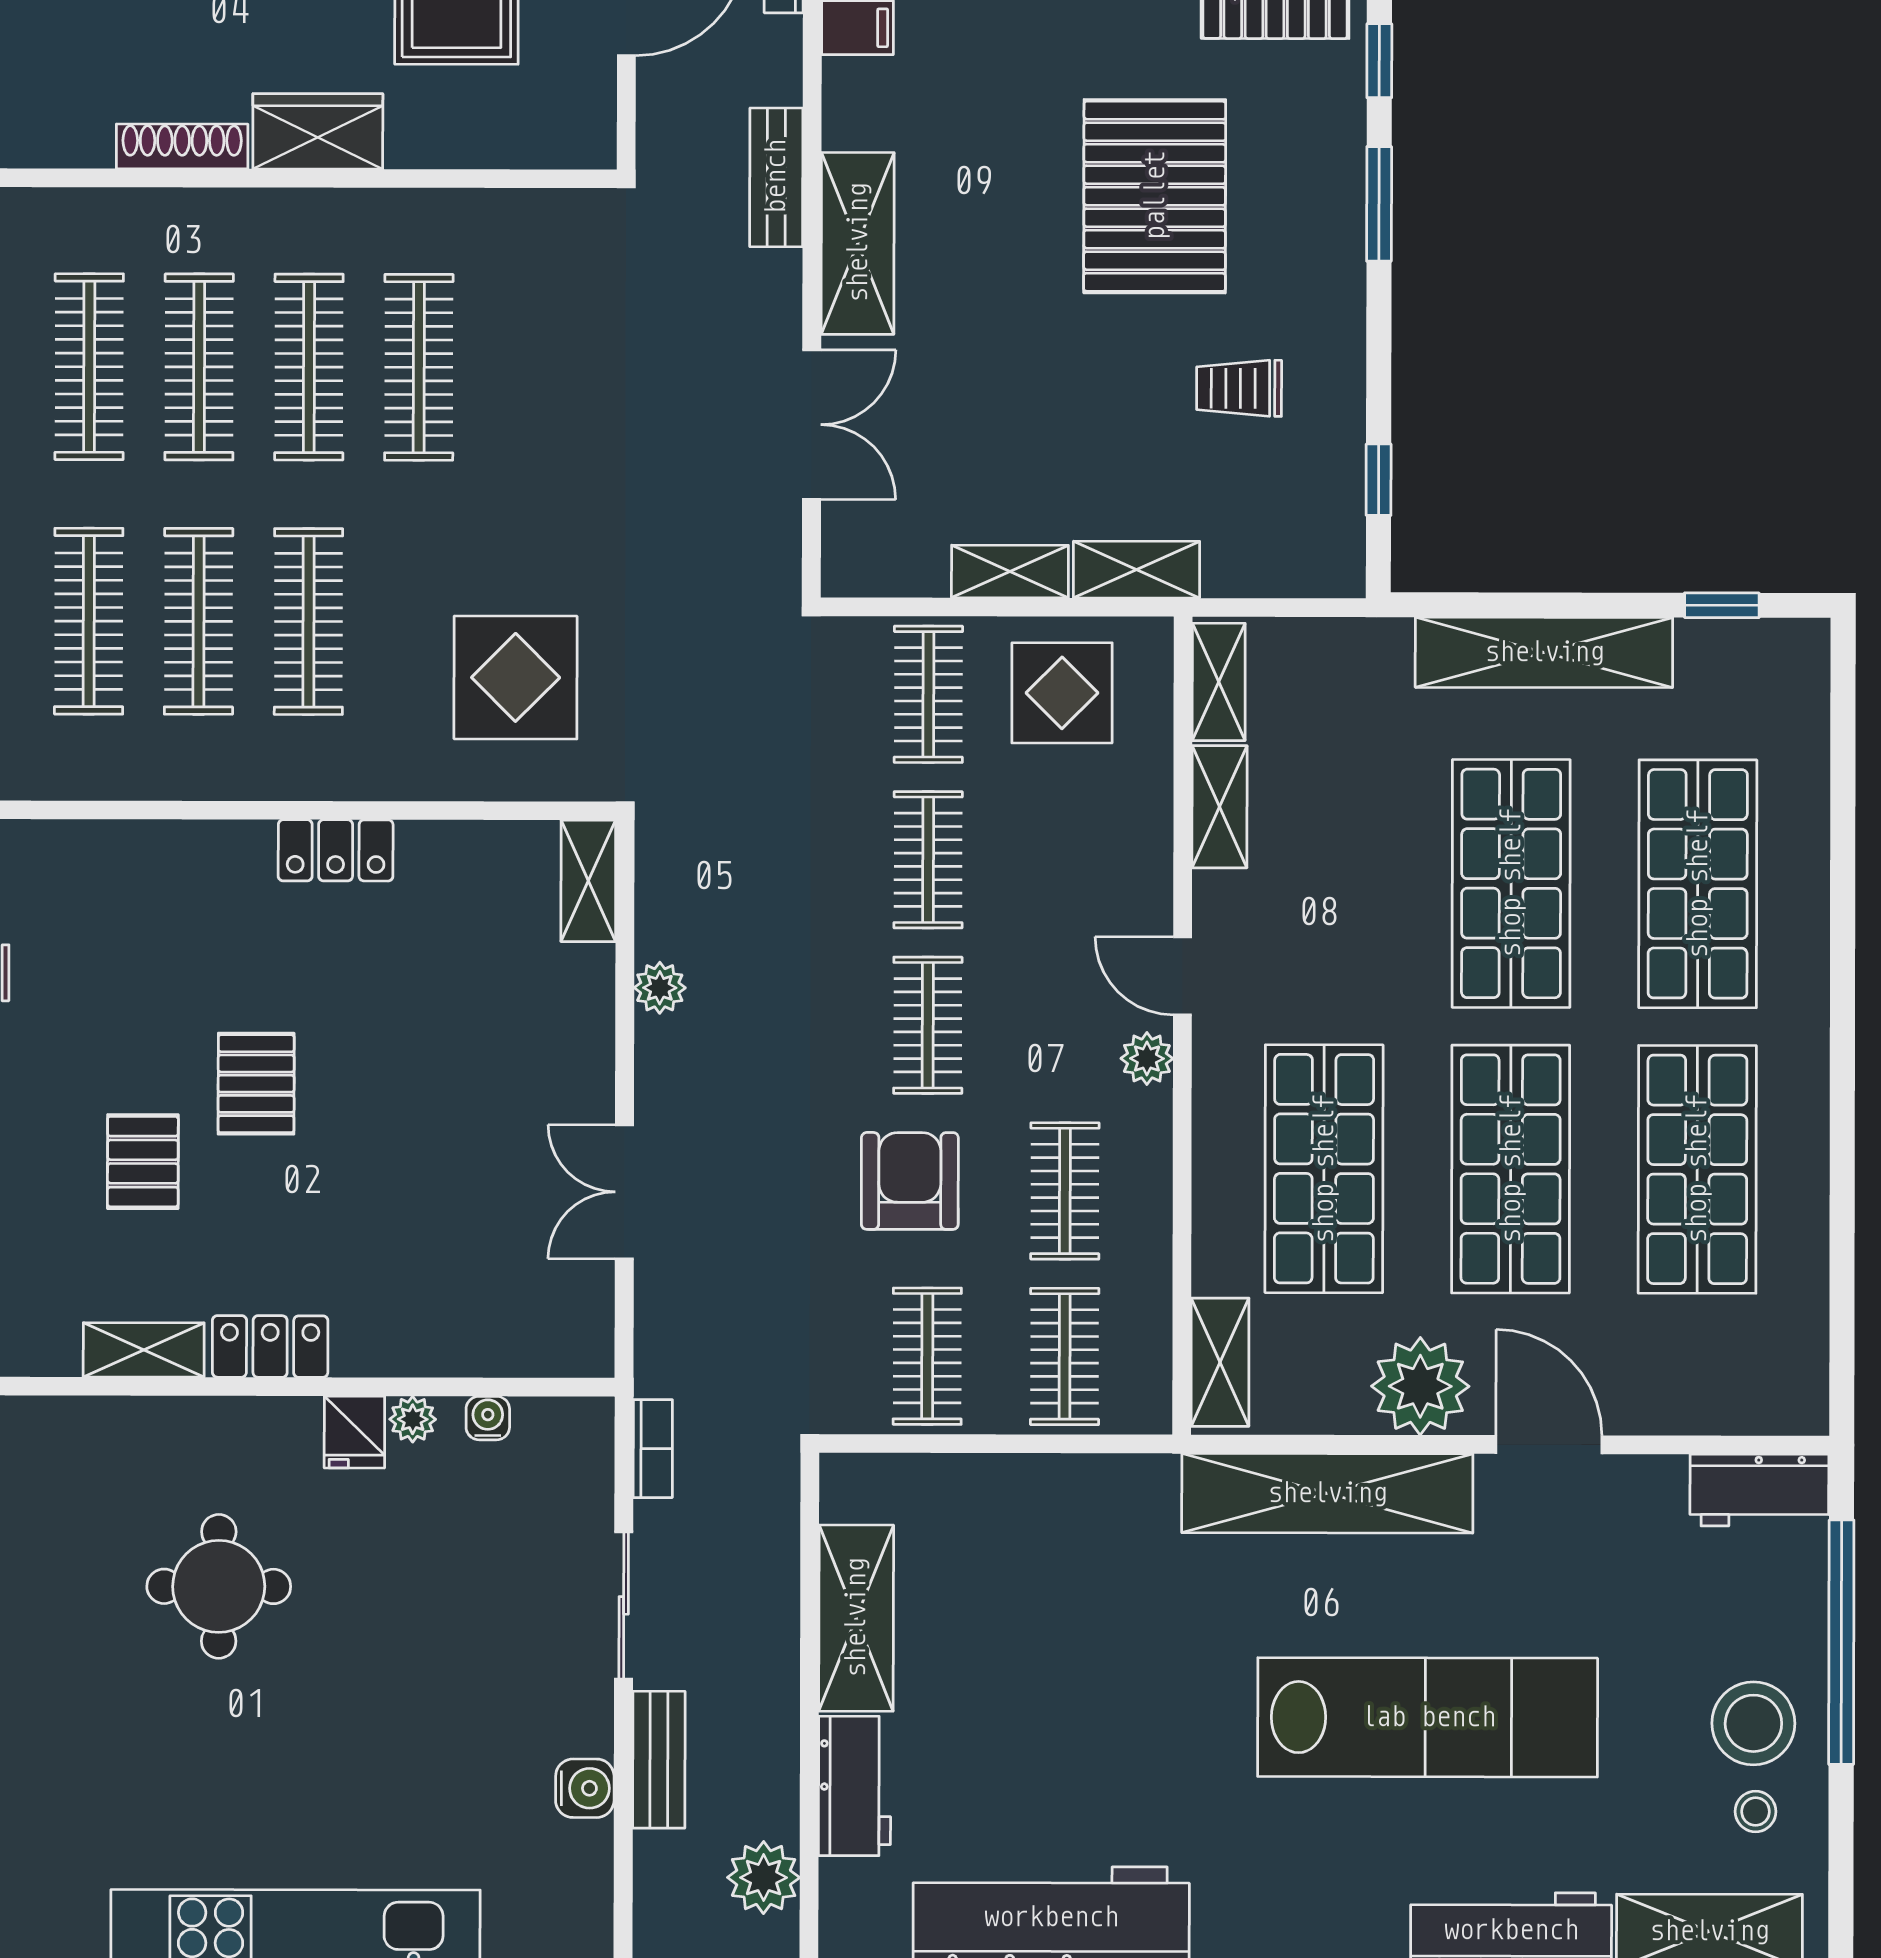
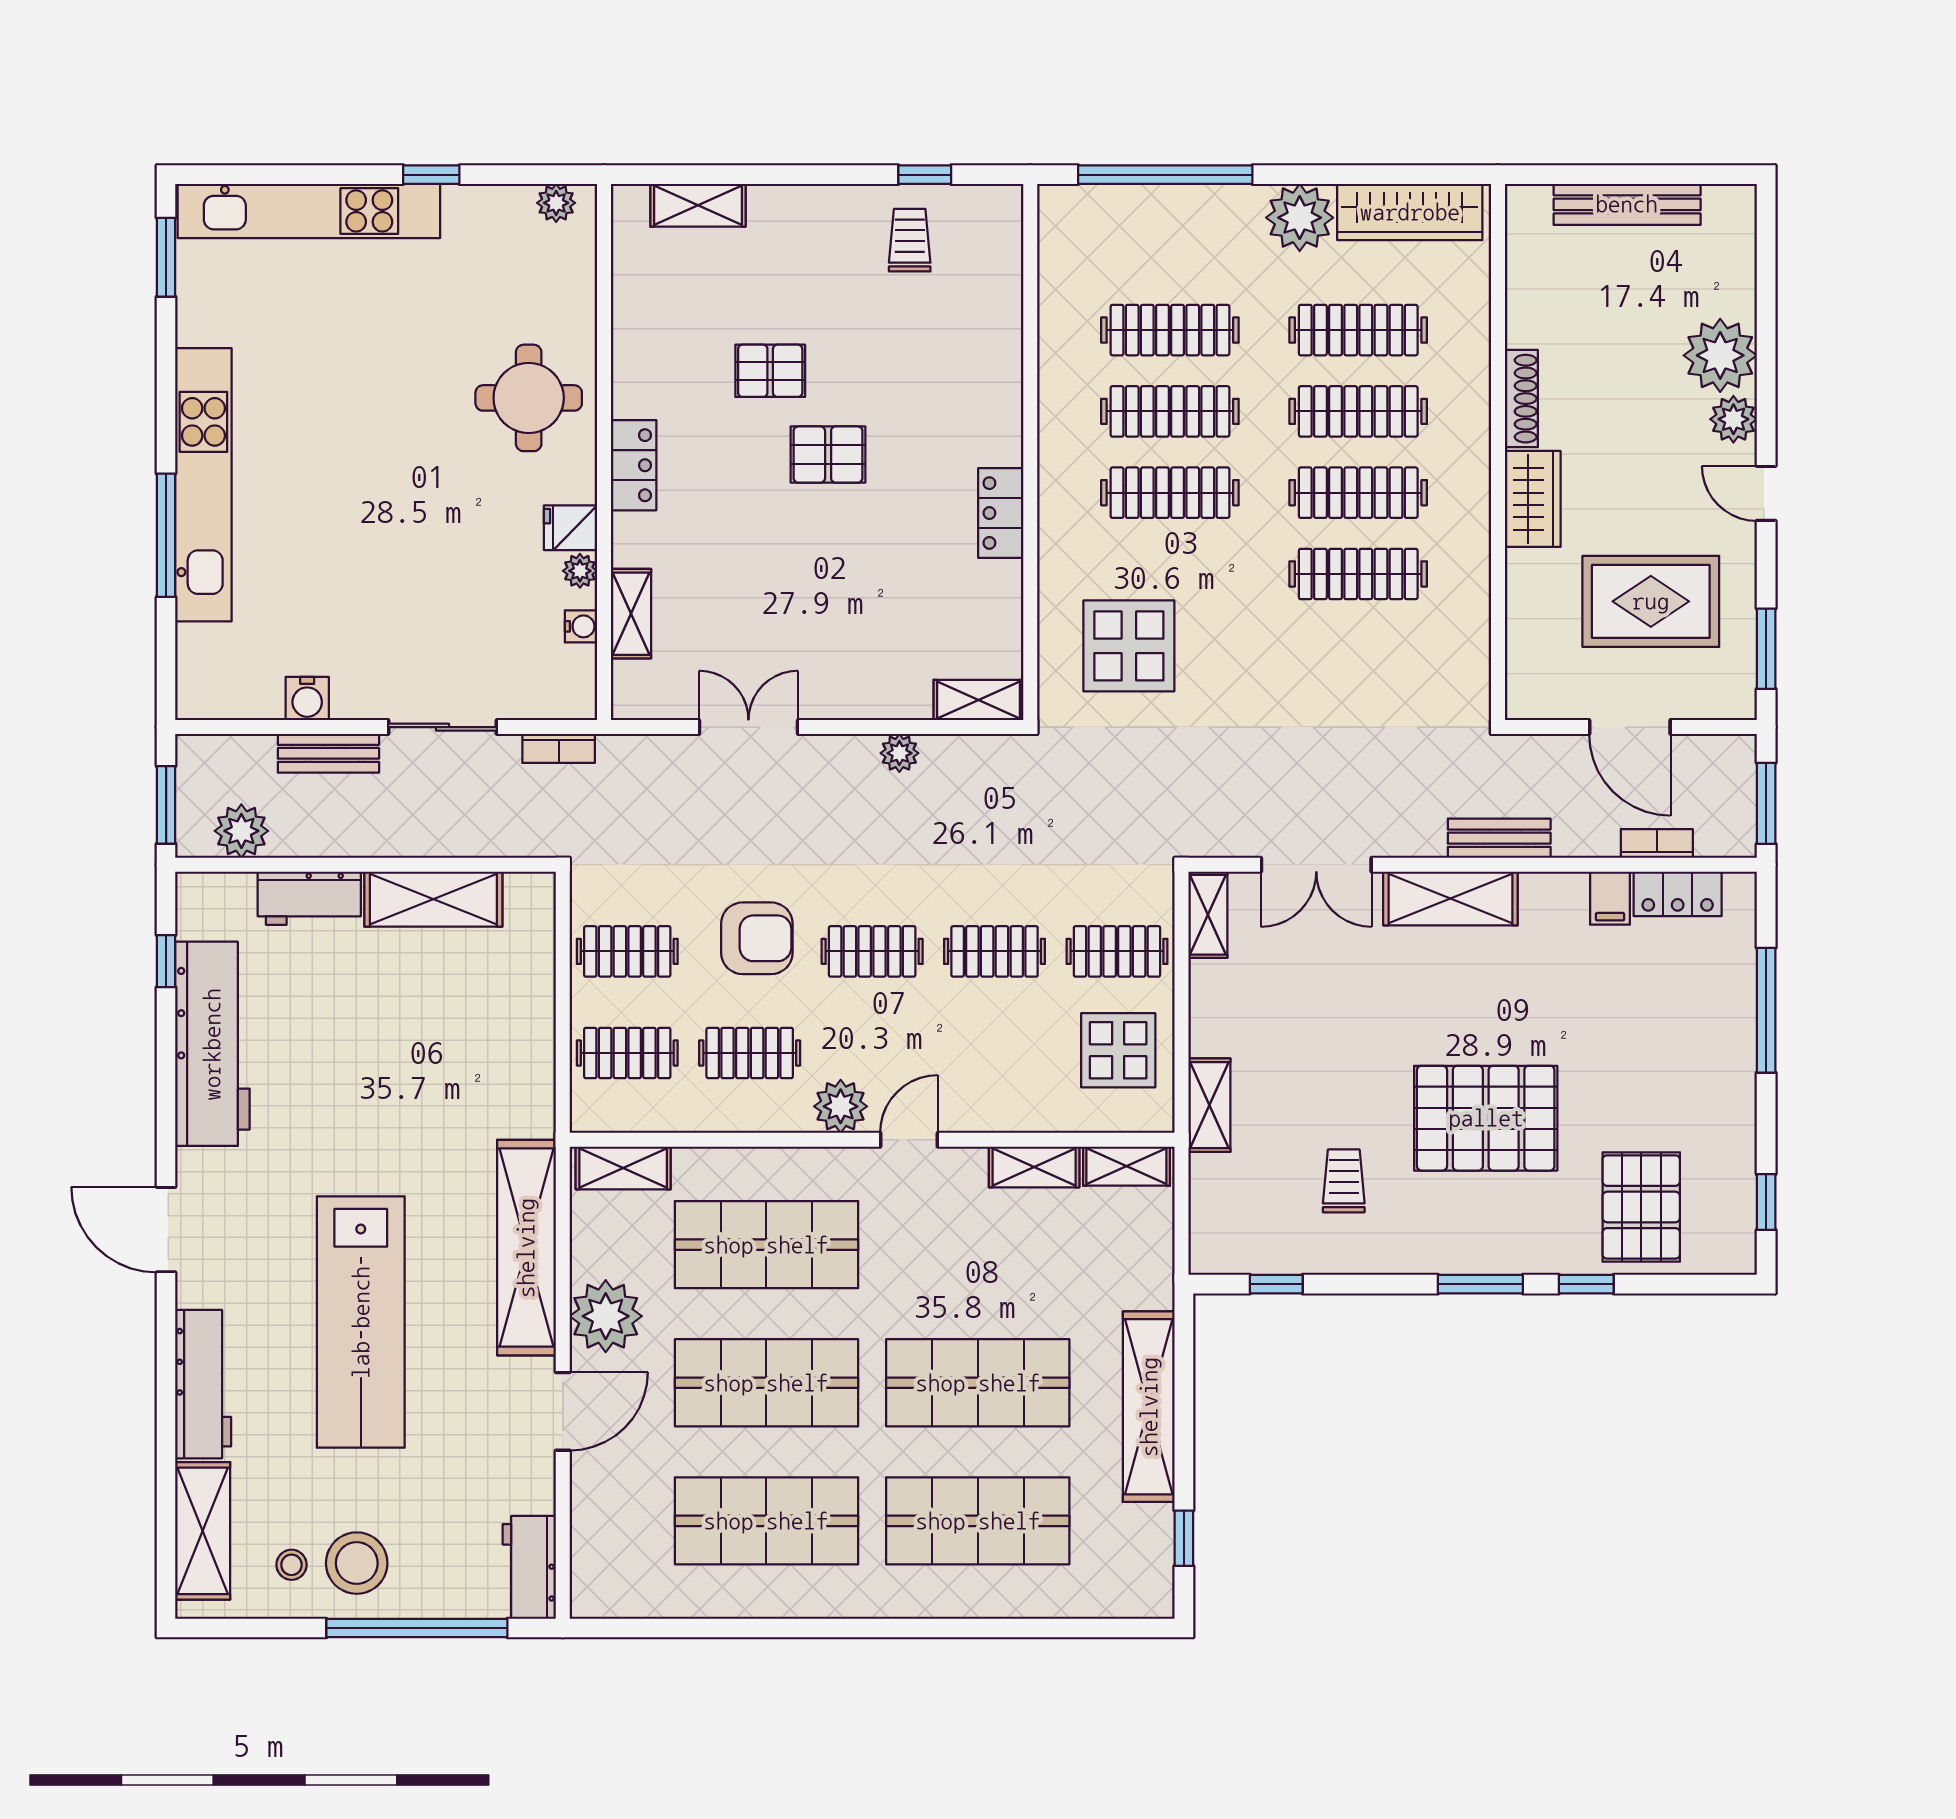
shelving: (1010, 571) -> (1208, 915), moved
plant: (1147, 1058) -> (841, 1106), width x1.38, depth x1.38
shelving: (144, 1350) -> (631, 614), moved
round table: (219, 1586) -> (529, 398), moved

